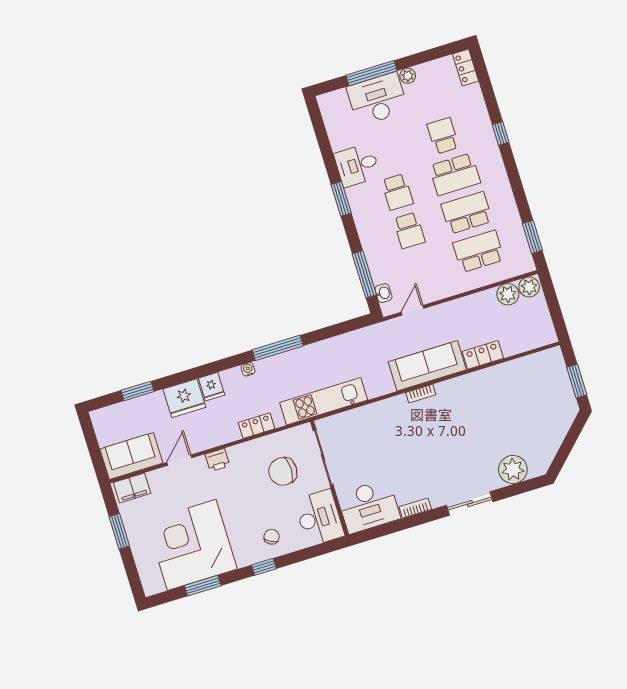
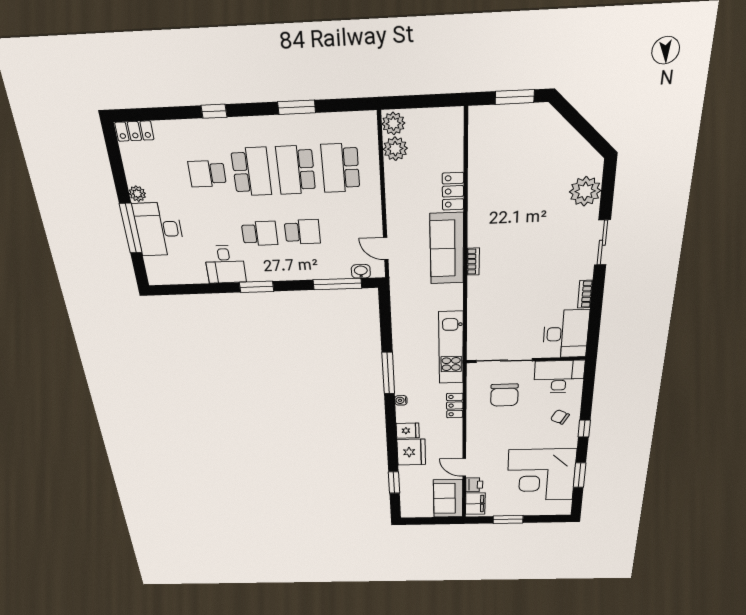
window: (532, 237) -> (297, 107), moved
printer: (217, 460) -> (474, 485), moved

